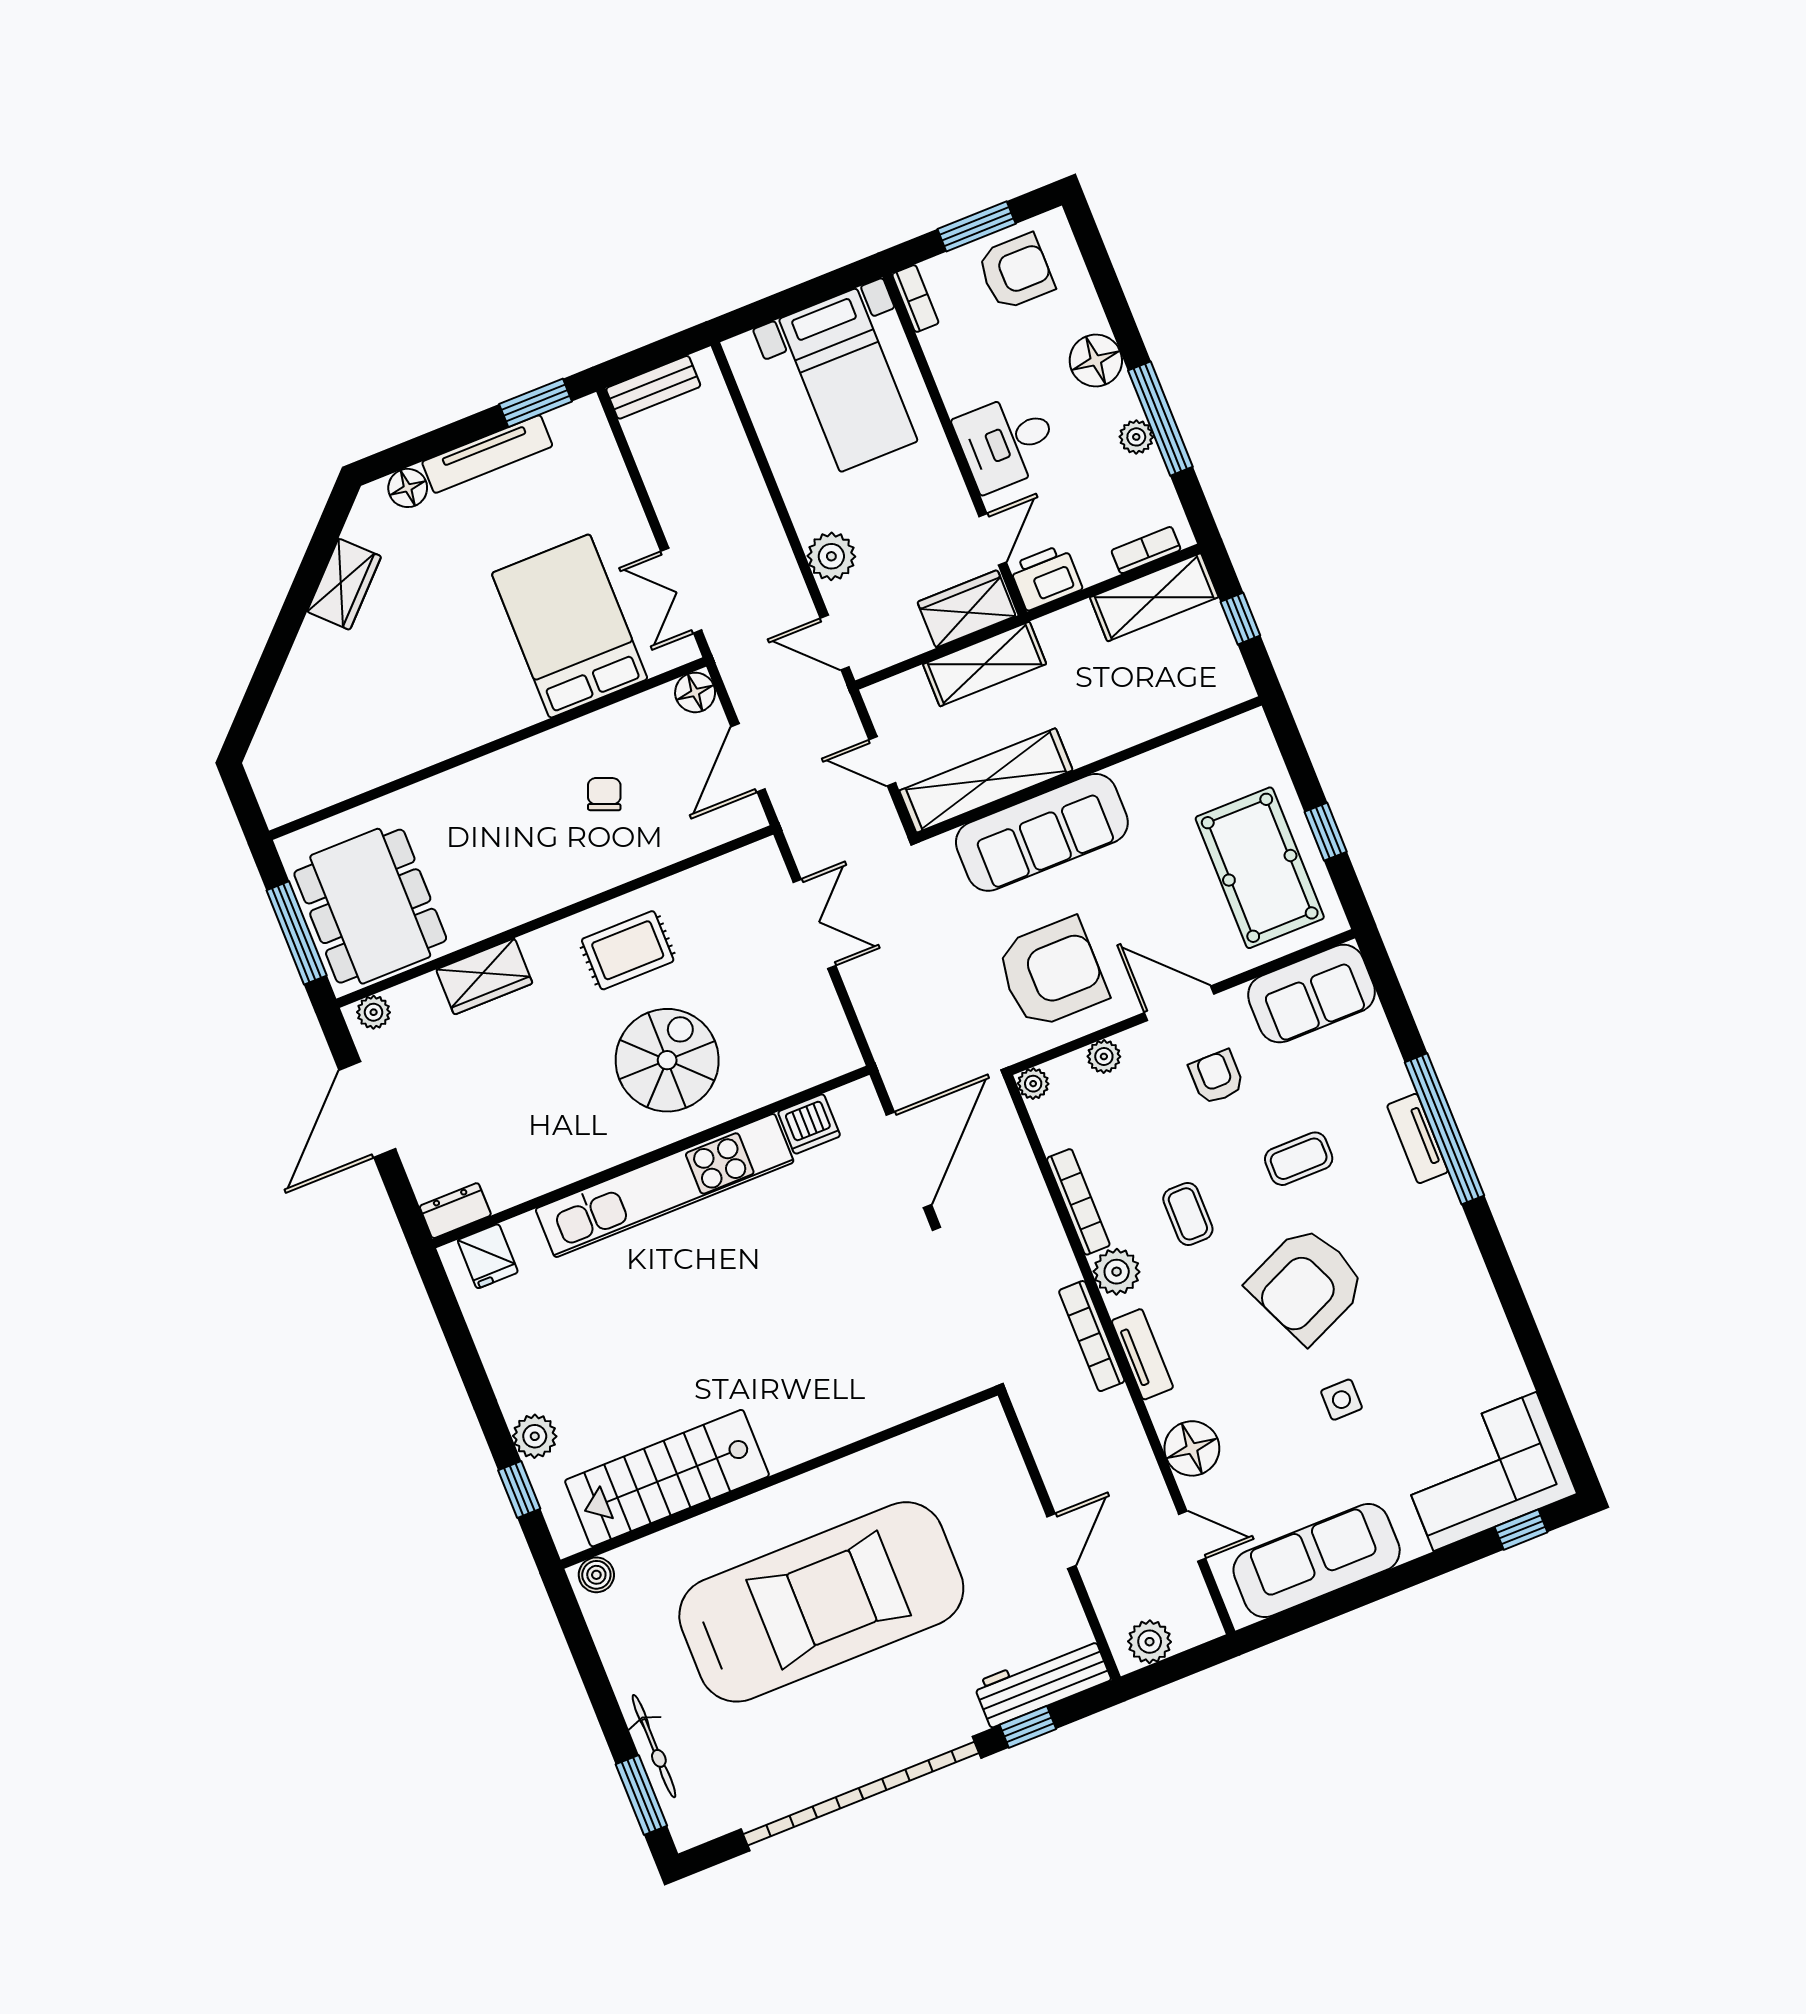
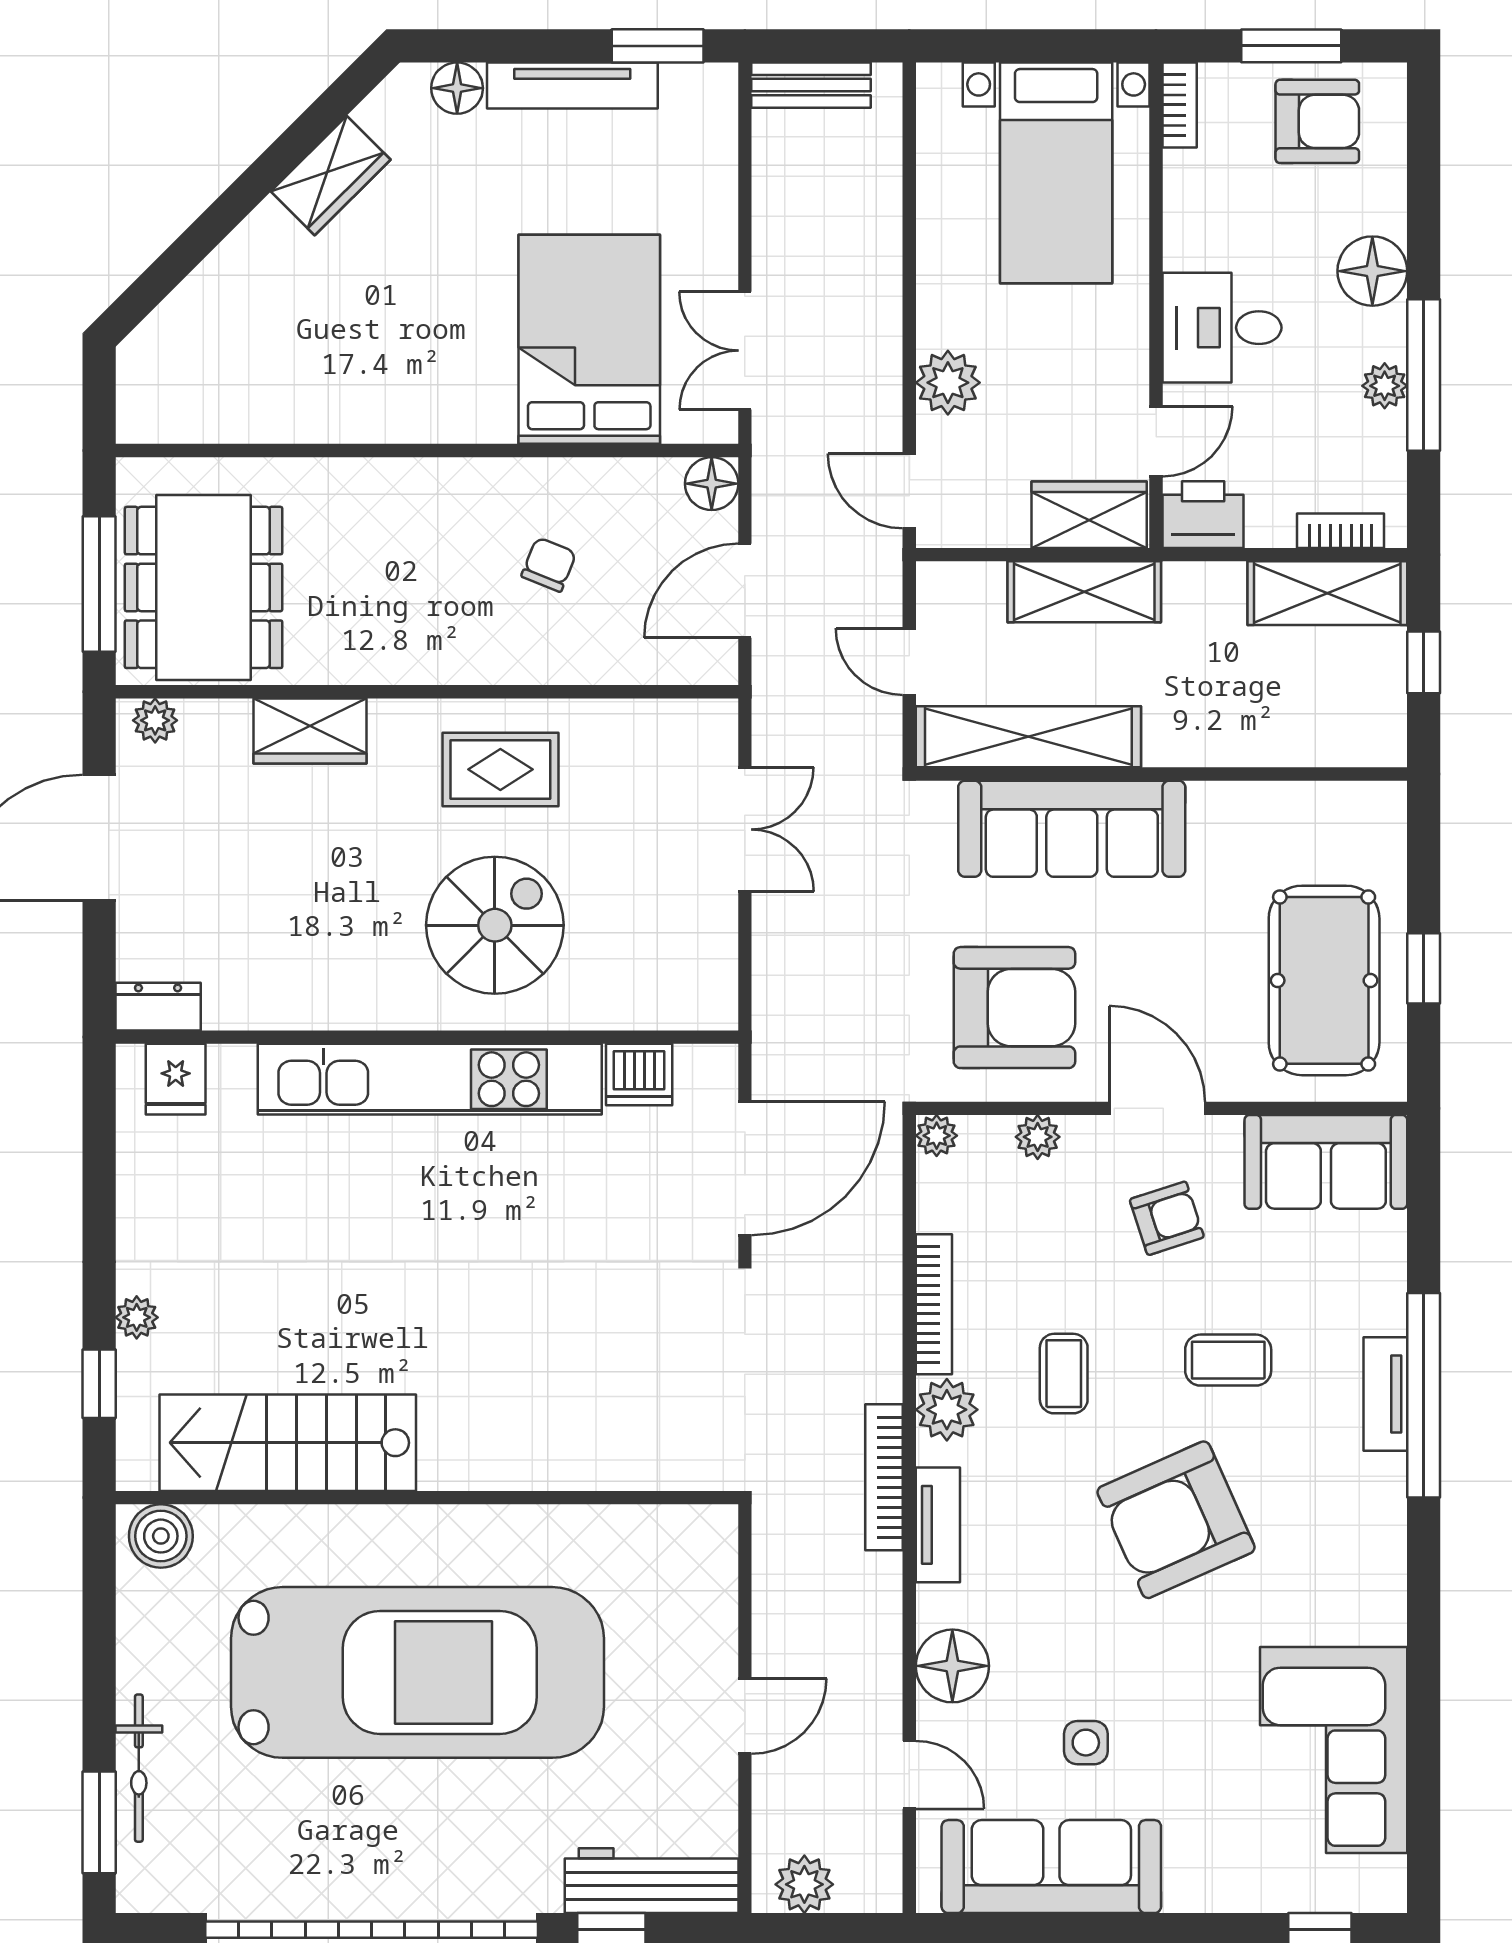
armchair: (1216, 1077) -> (1167, 1218), turned 72
side table: (1341, 1400) -> (1086, 1743), moved
plant: (535, 1436) -> (137, 1317), width x0.73, depth x0.73
corner sofa: (1485, 1471) -> (1334, 1750), moved, turned -90
boiler: (596, 1575) -> (161, 1536), width x1.36, depth x1.36

